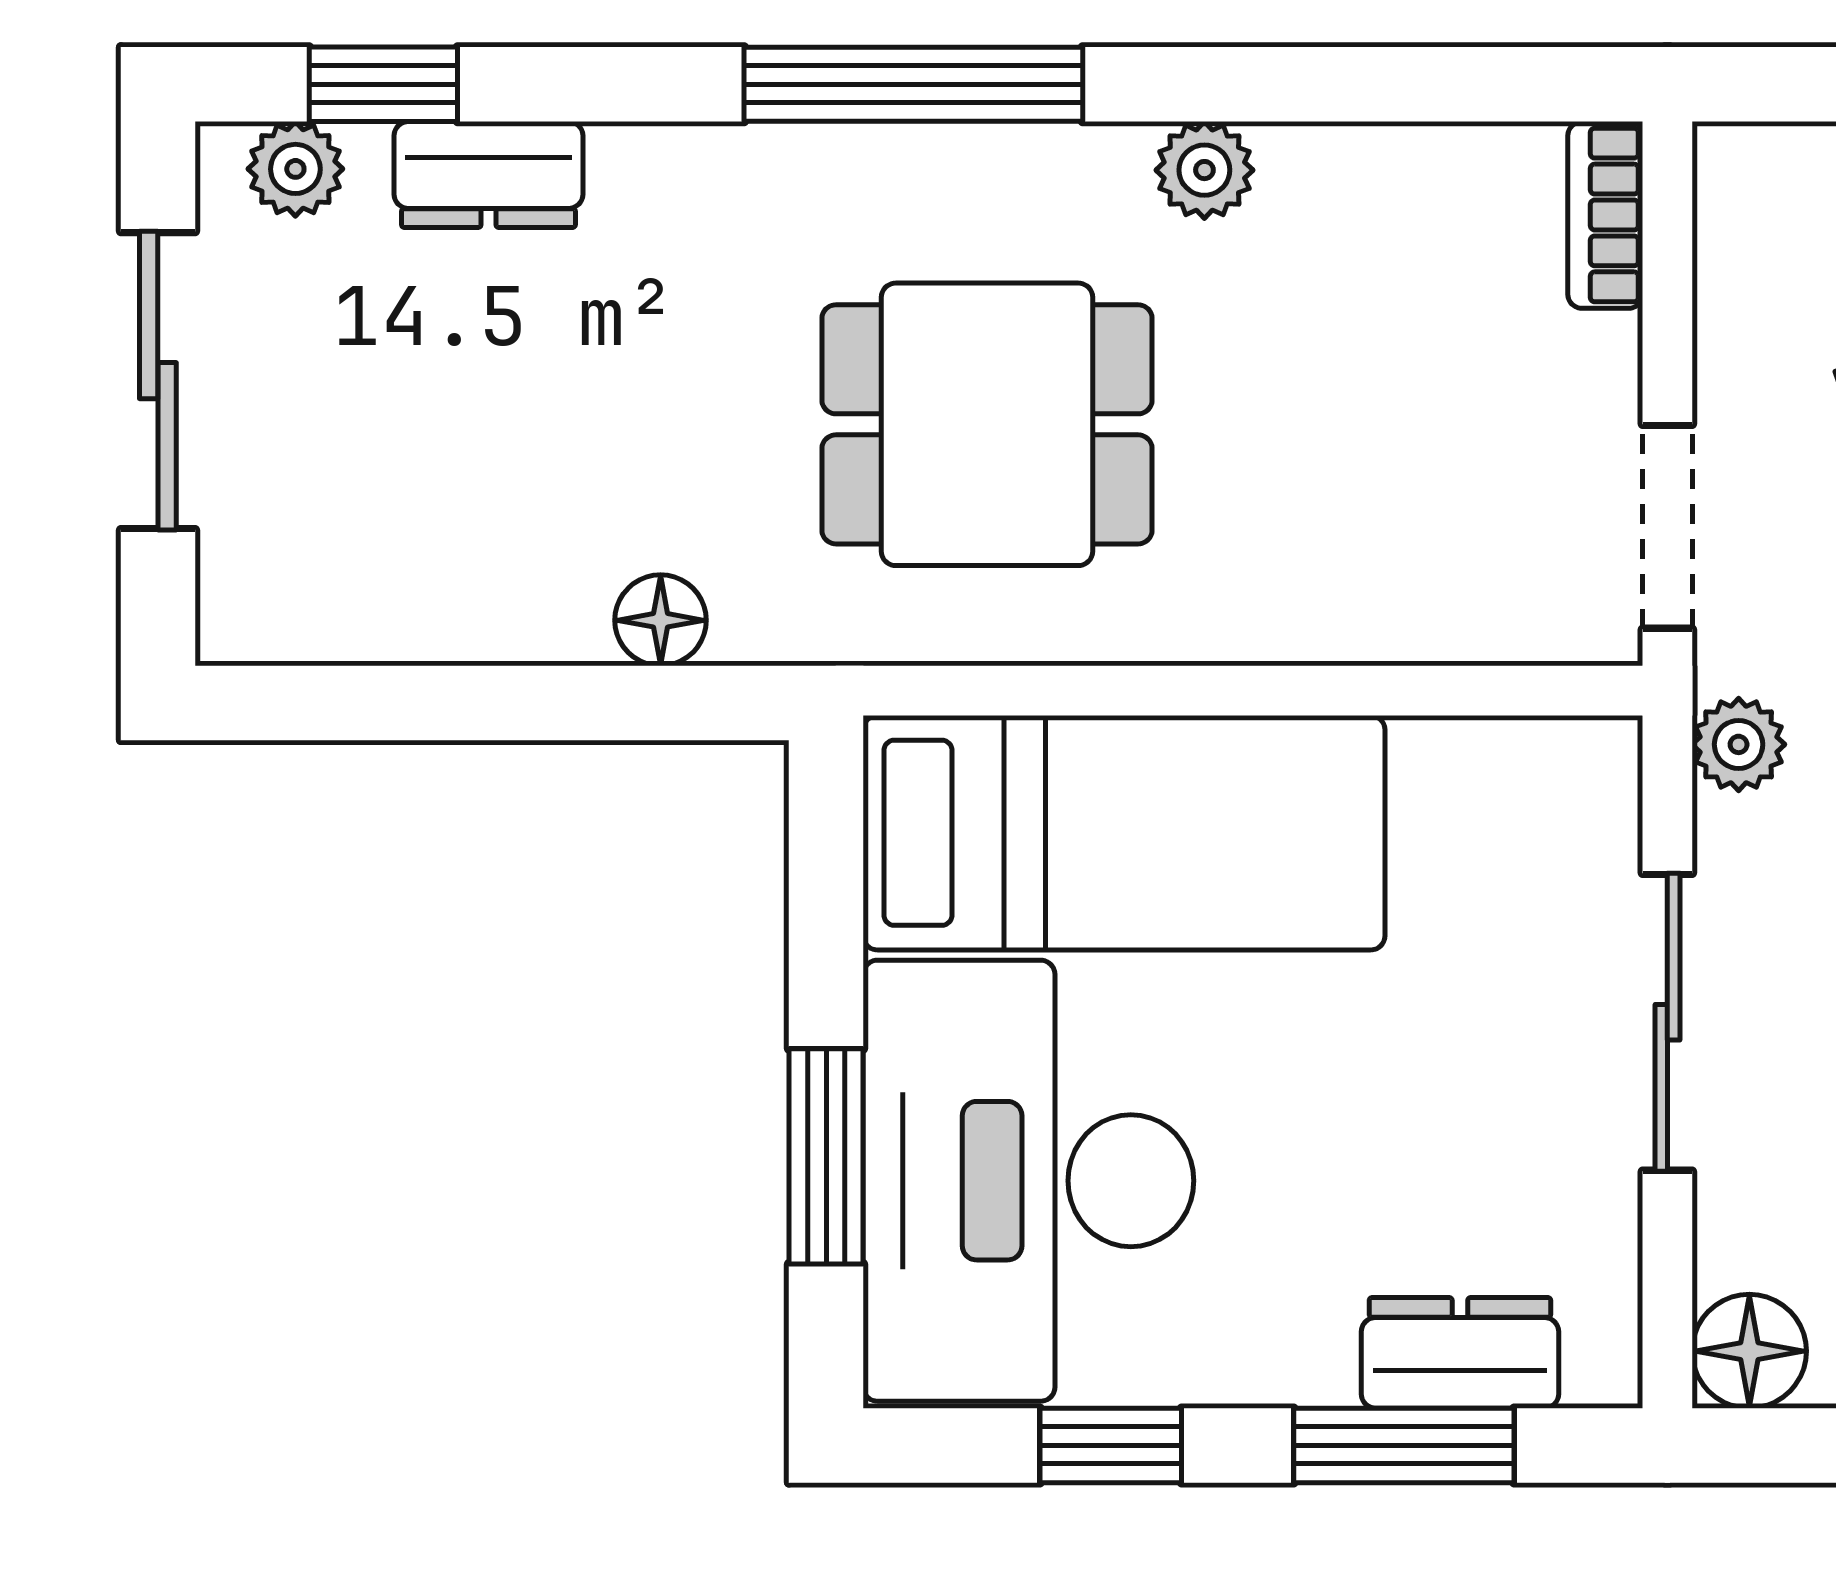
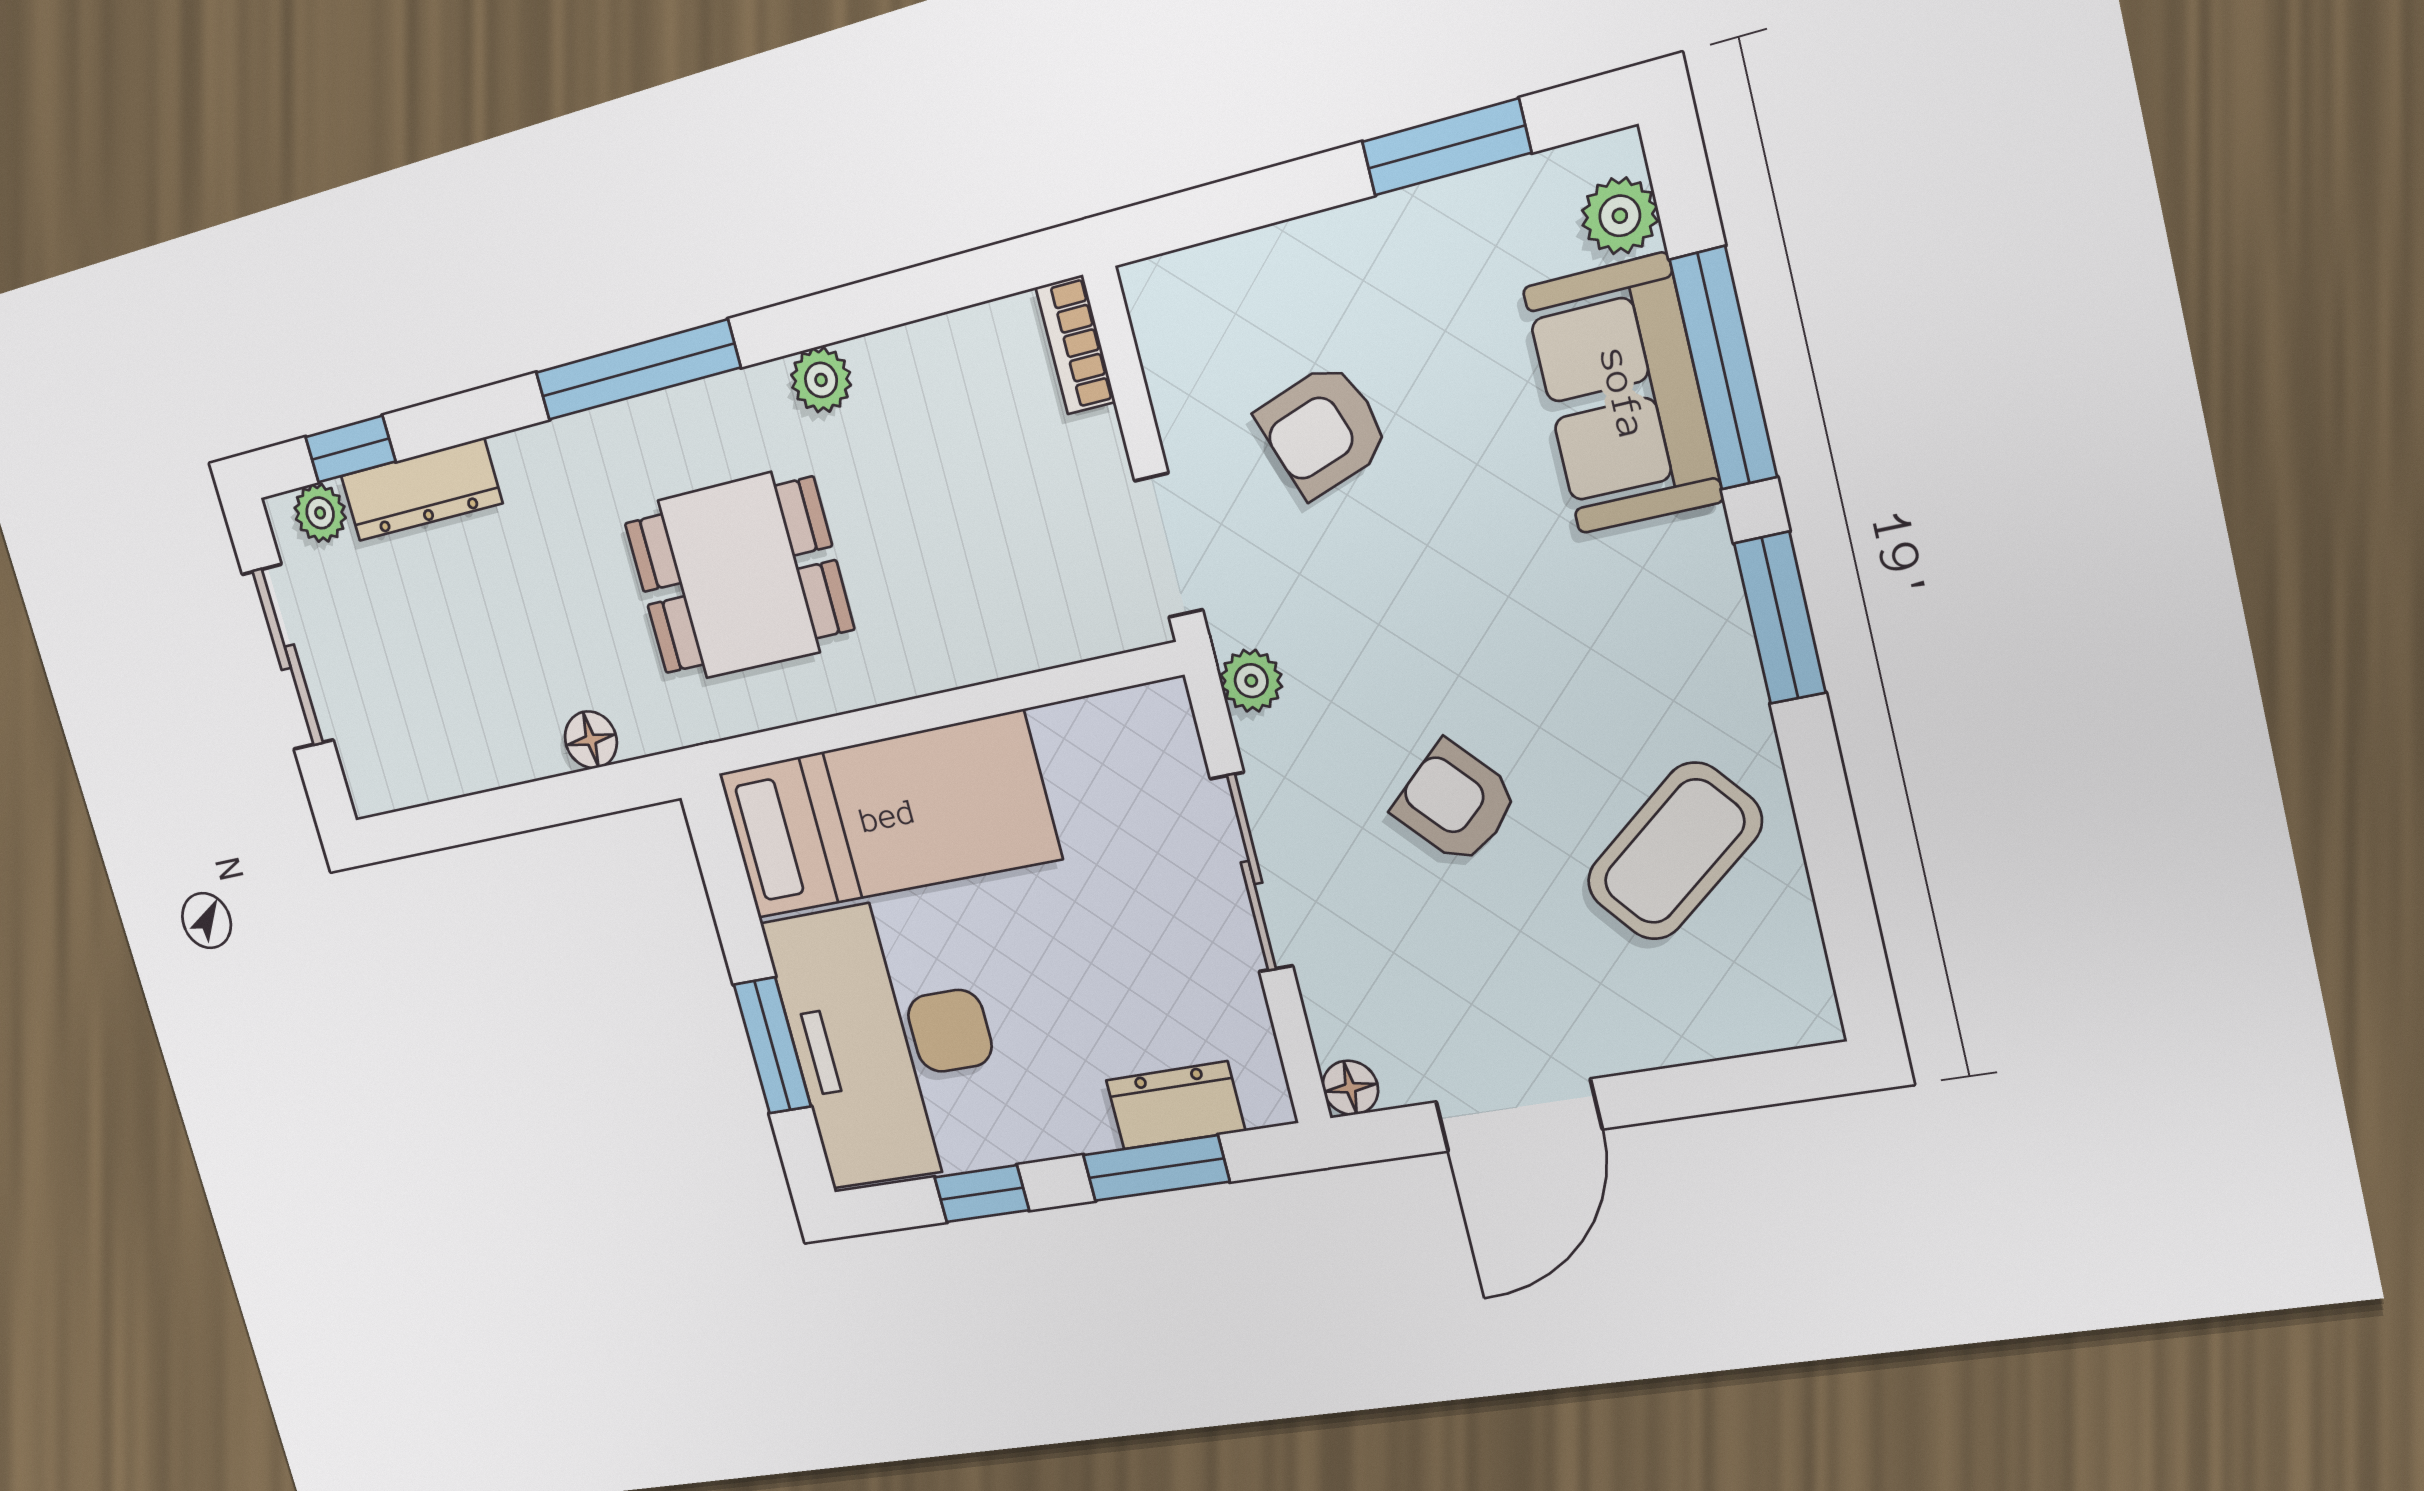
dresser: (488, 175) -> (421, 490), width x1.44
floor lamp: (1749, 1351) -> (1350, 1088), width x0.73, depth x0.73

